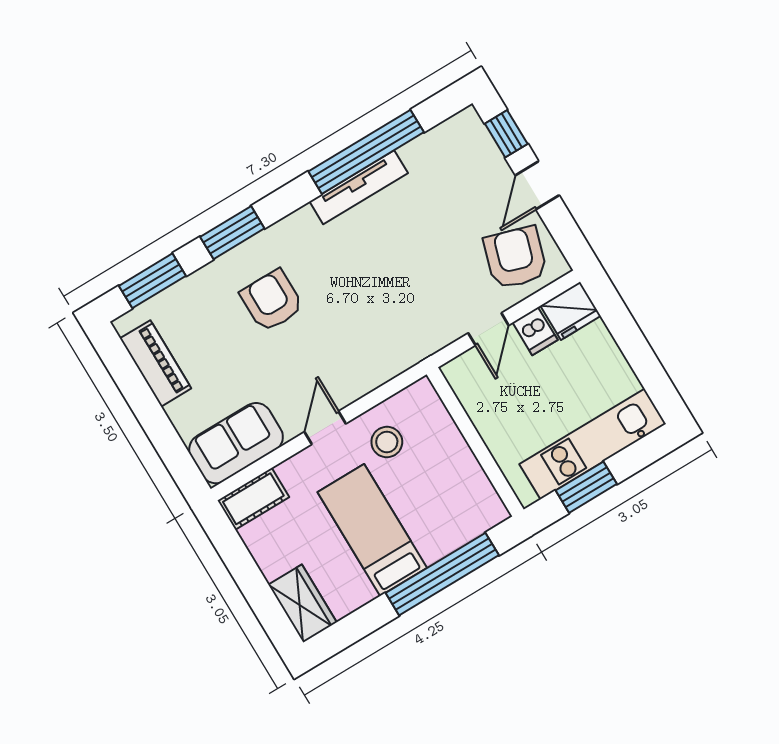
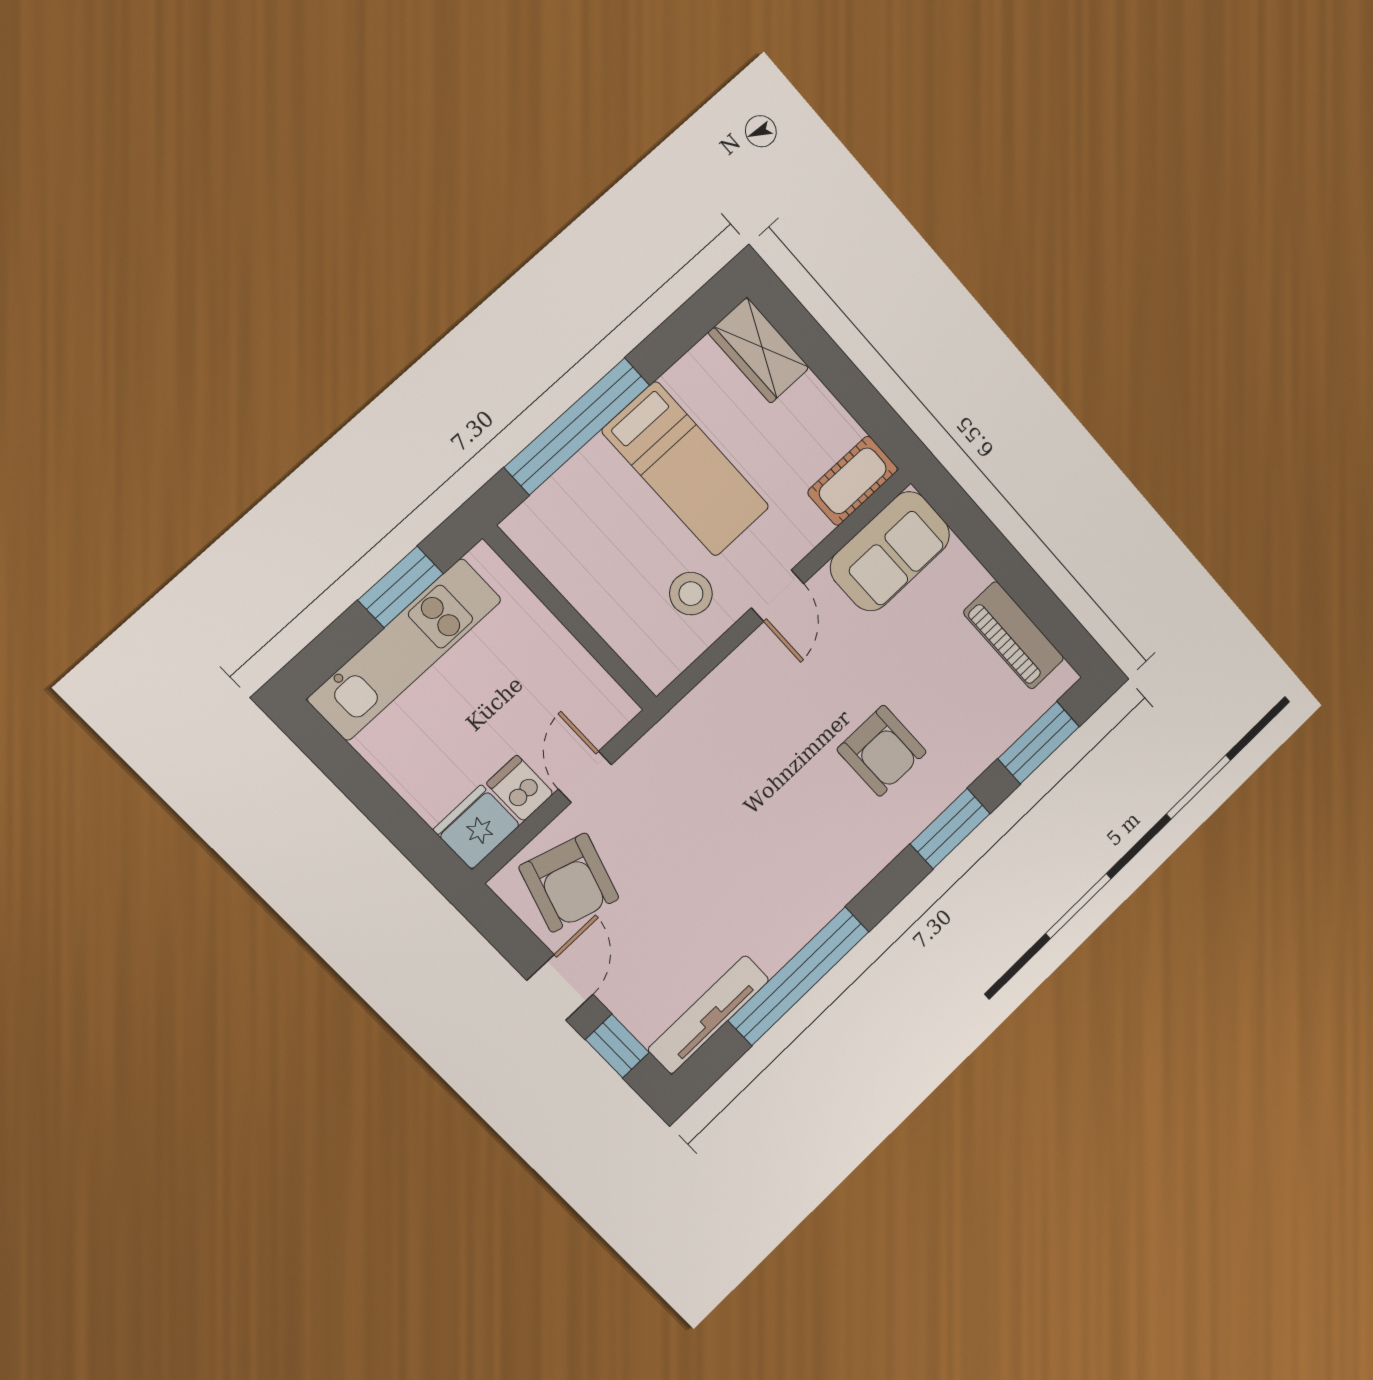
tv unit: (359, 187) -> (709, 1015), moved

